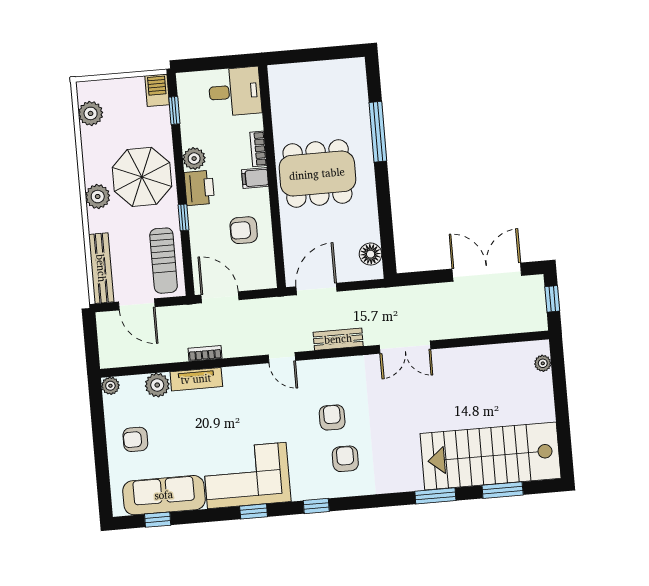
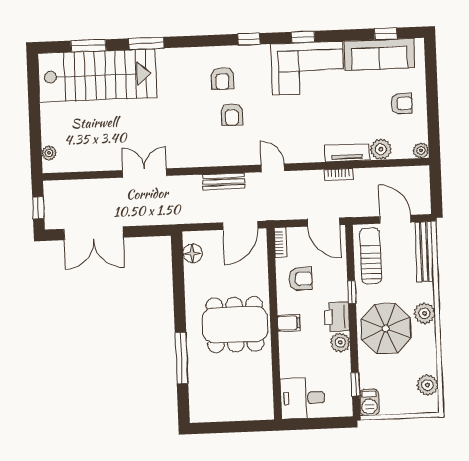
bookcase: (258, 149) -> (281, 243), moved
double door: (405, 347) -> (145, 173), moved

